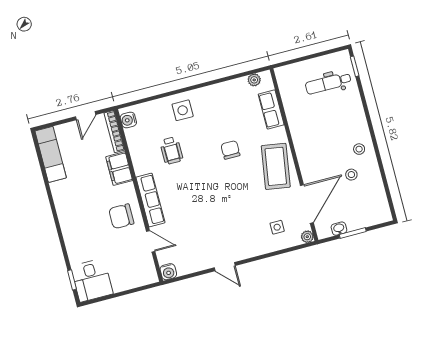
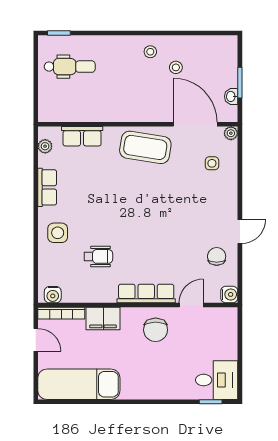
dental chair: (328, 83) -> (70, 67), turned -90
row of seats: (219, 91) -> (47, 187), added
chair: (230, 150) -> (217, 256), moved, turned 90
exam couch: (51, 154) -> (79, 384), width x1.36, depth x1.45

